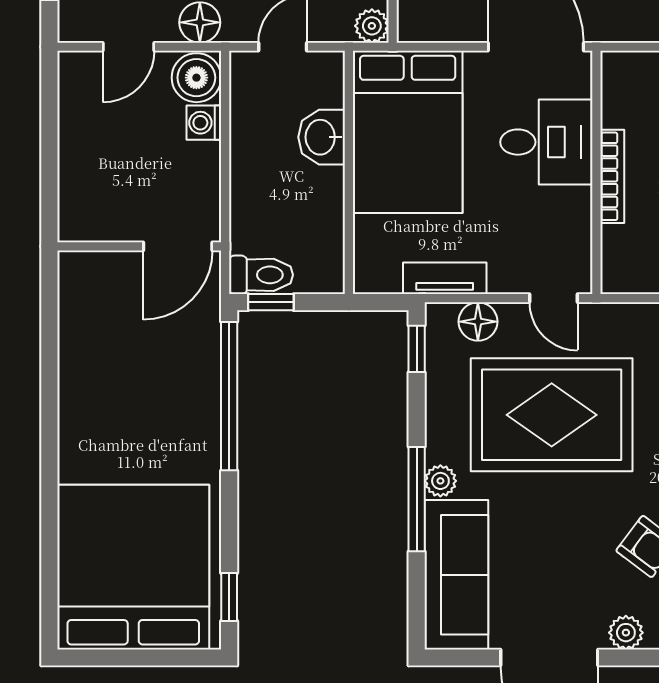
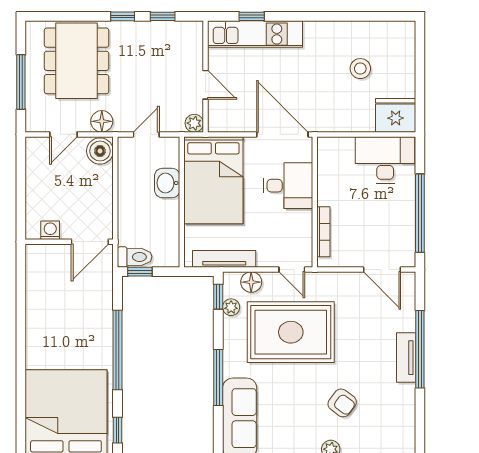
washing machine: (204, 123) -> (50, 230), moved, turned 90
bookcase: (612, 176) -> (323, 232), moved
tv unit: (445, 278) -> (224, 259), width x1.41
window: (229, 396) -> (117, 350), moved
plant: (440, 481) -> (231, 307), moved

